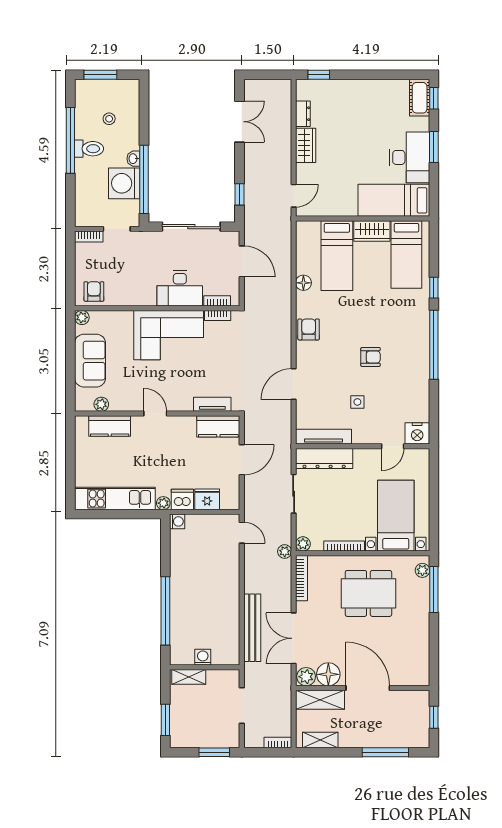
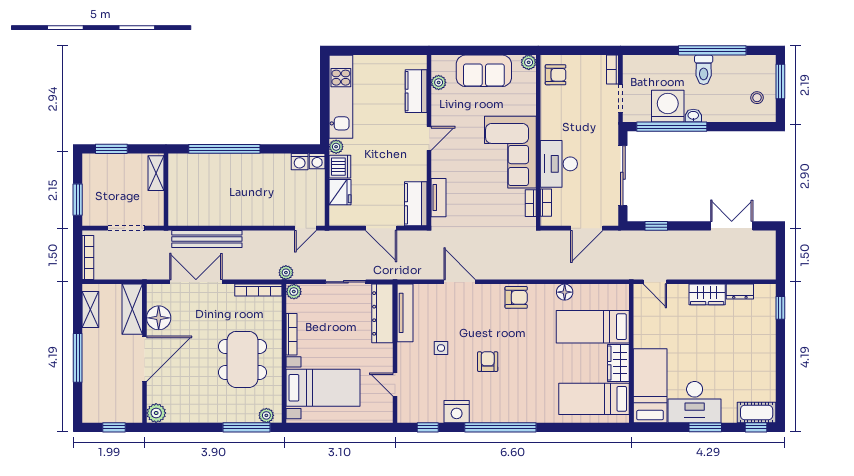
stool: (109, 119) -> (757, 98), moved
double door: (240, 122) -> (732, 226), swing flipped
window: (434, 288) -> (428, 427), moved
armchair: (371, 357) -> (488, 362), turned 180
nightstand: (417, 433) -> (457, 412), moved, turned -90
washing machine: (203, 657) -> (300, 162), moved, turned 90
plant: (306, 677) -> (156, 413), moved
bookcase: (278, 743) -> (88, 258), width x1.56
window: (385, 752) -> (78, 358), moved

